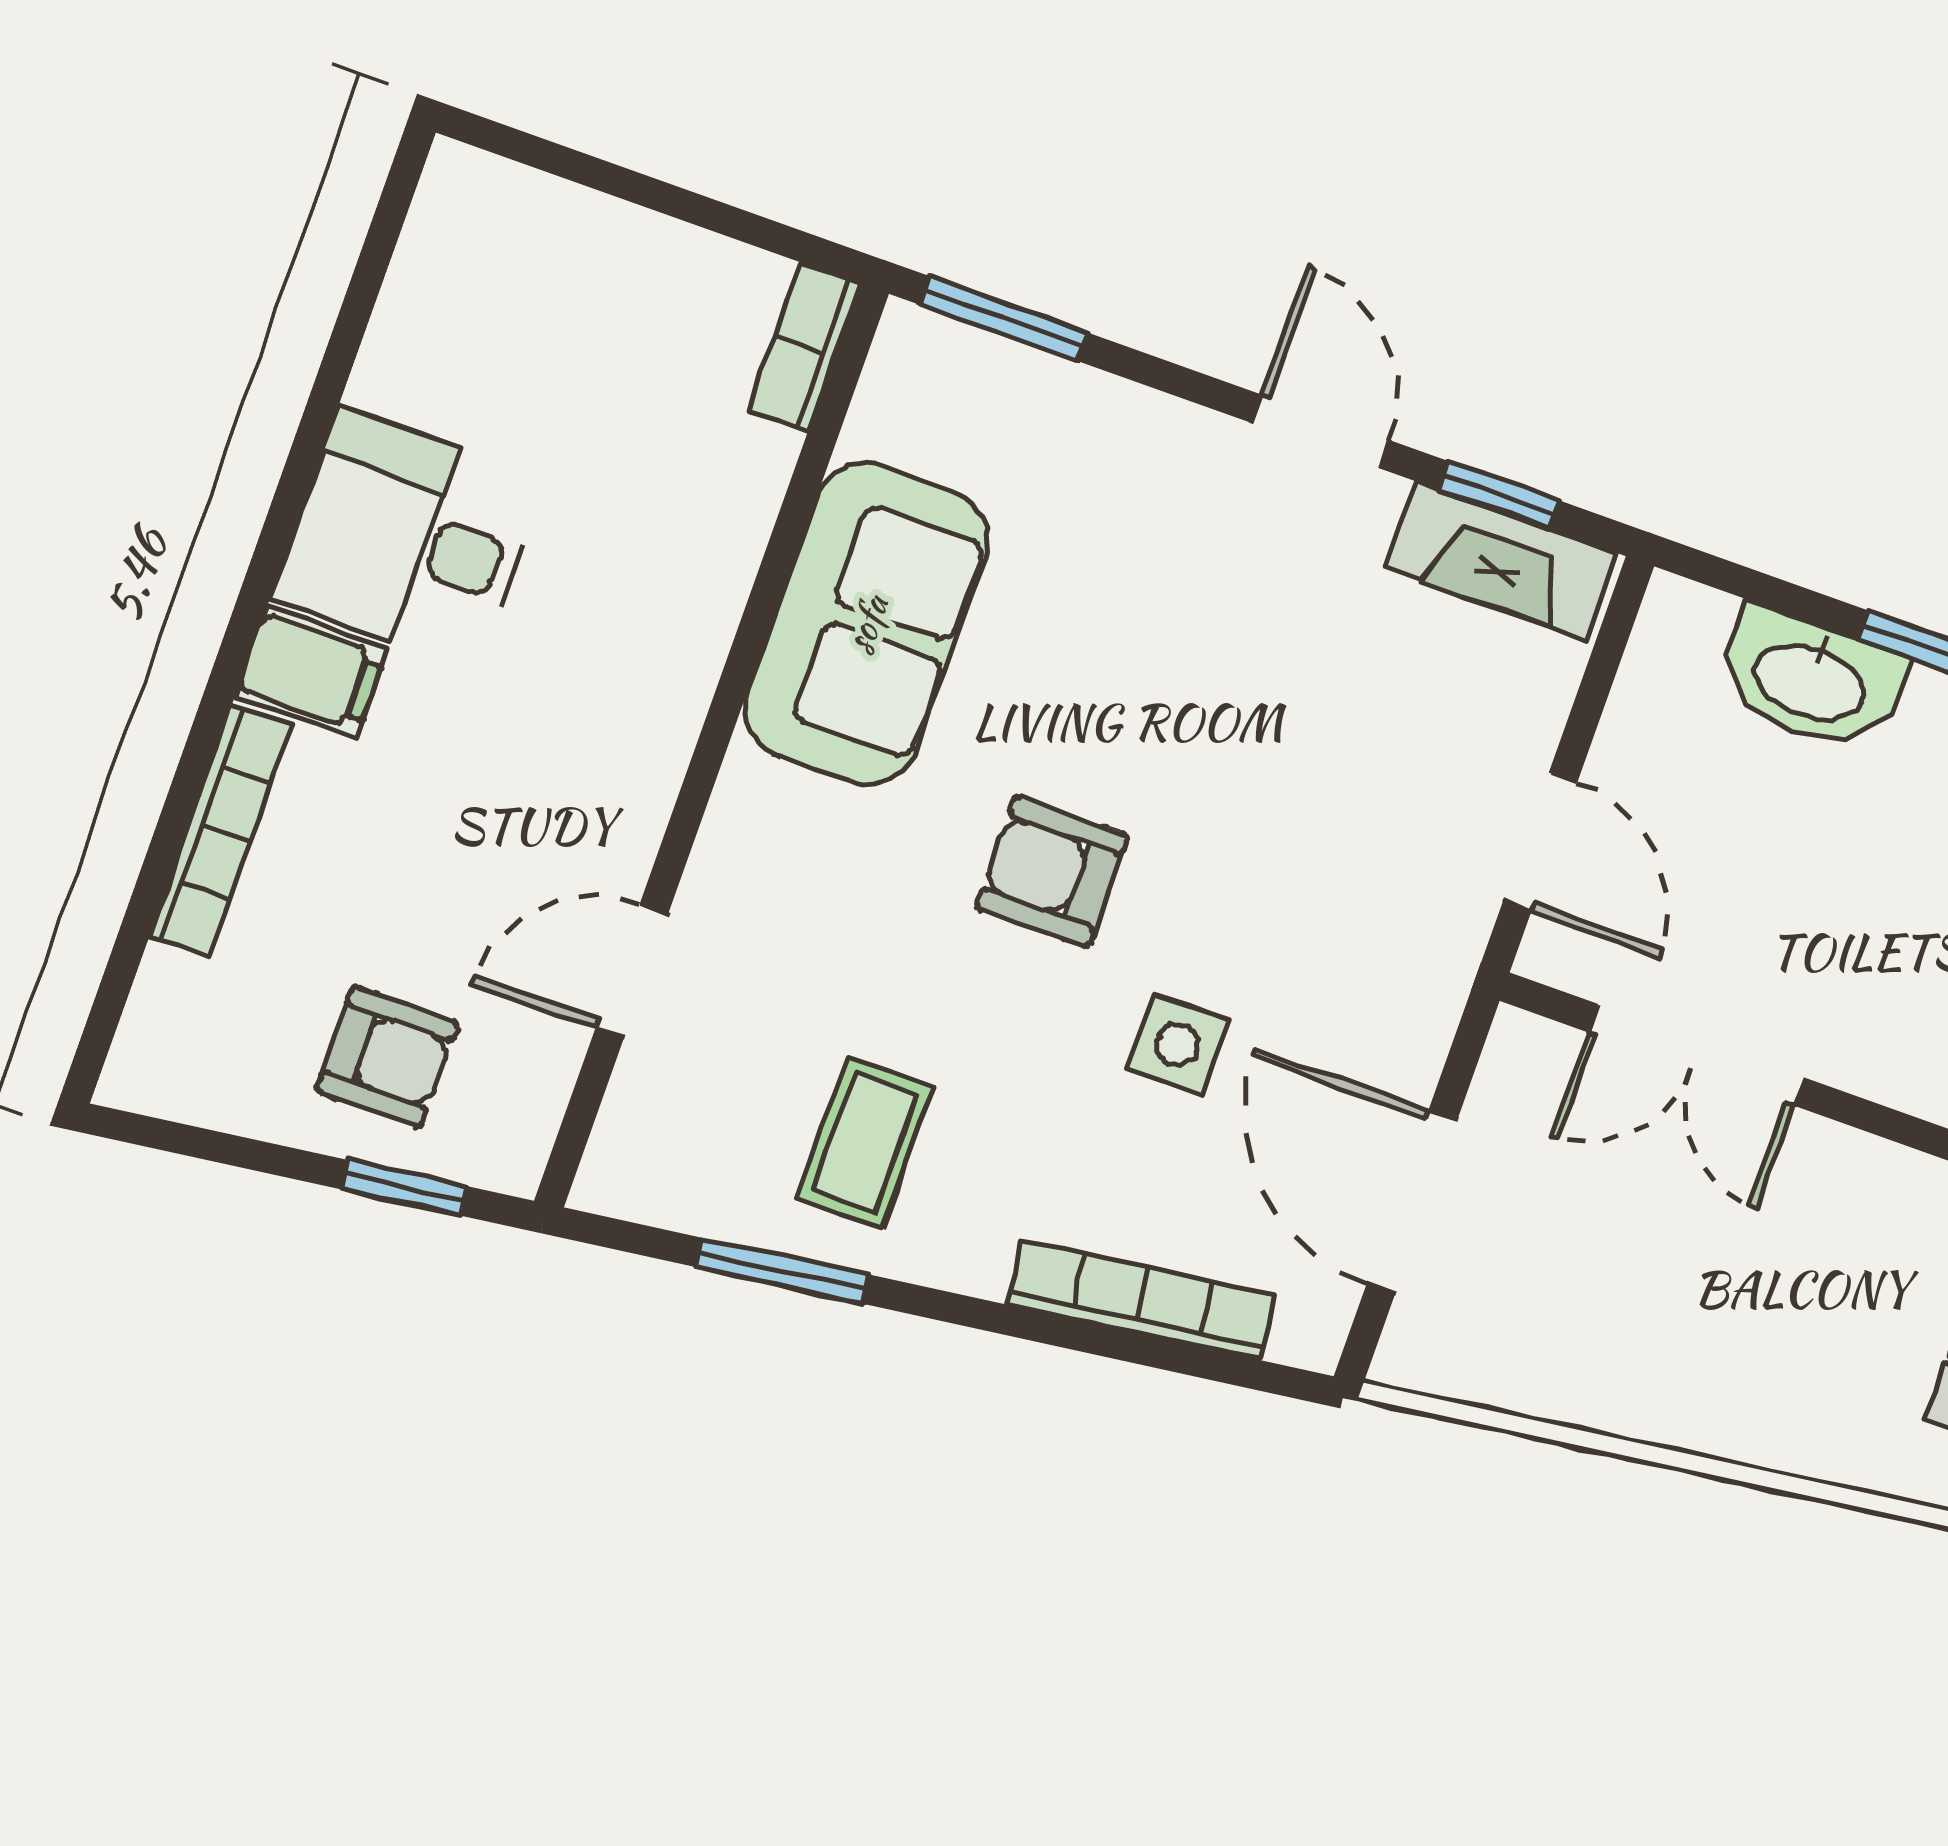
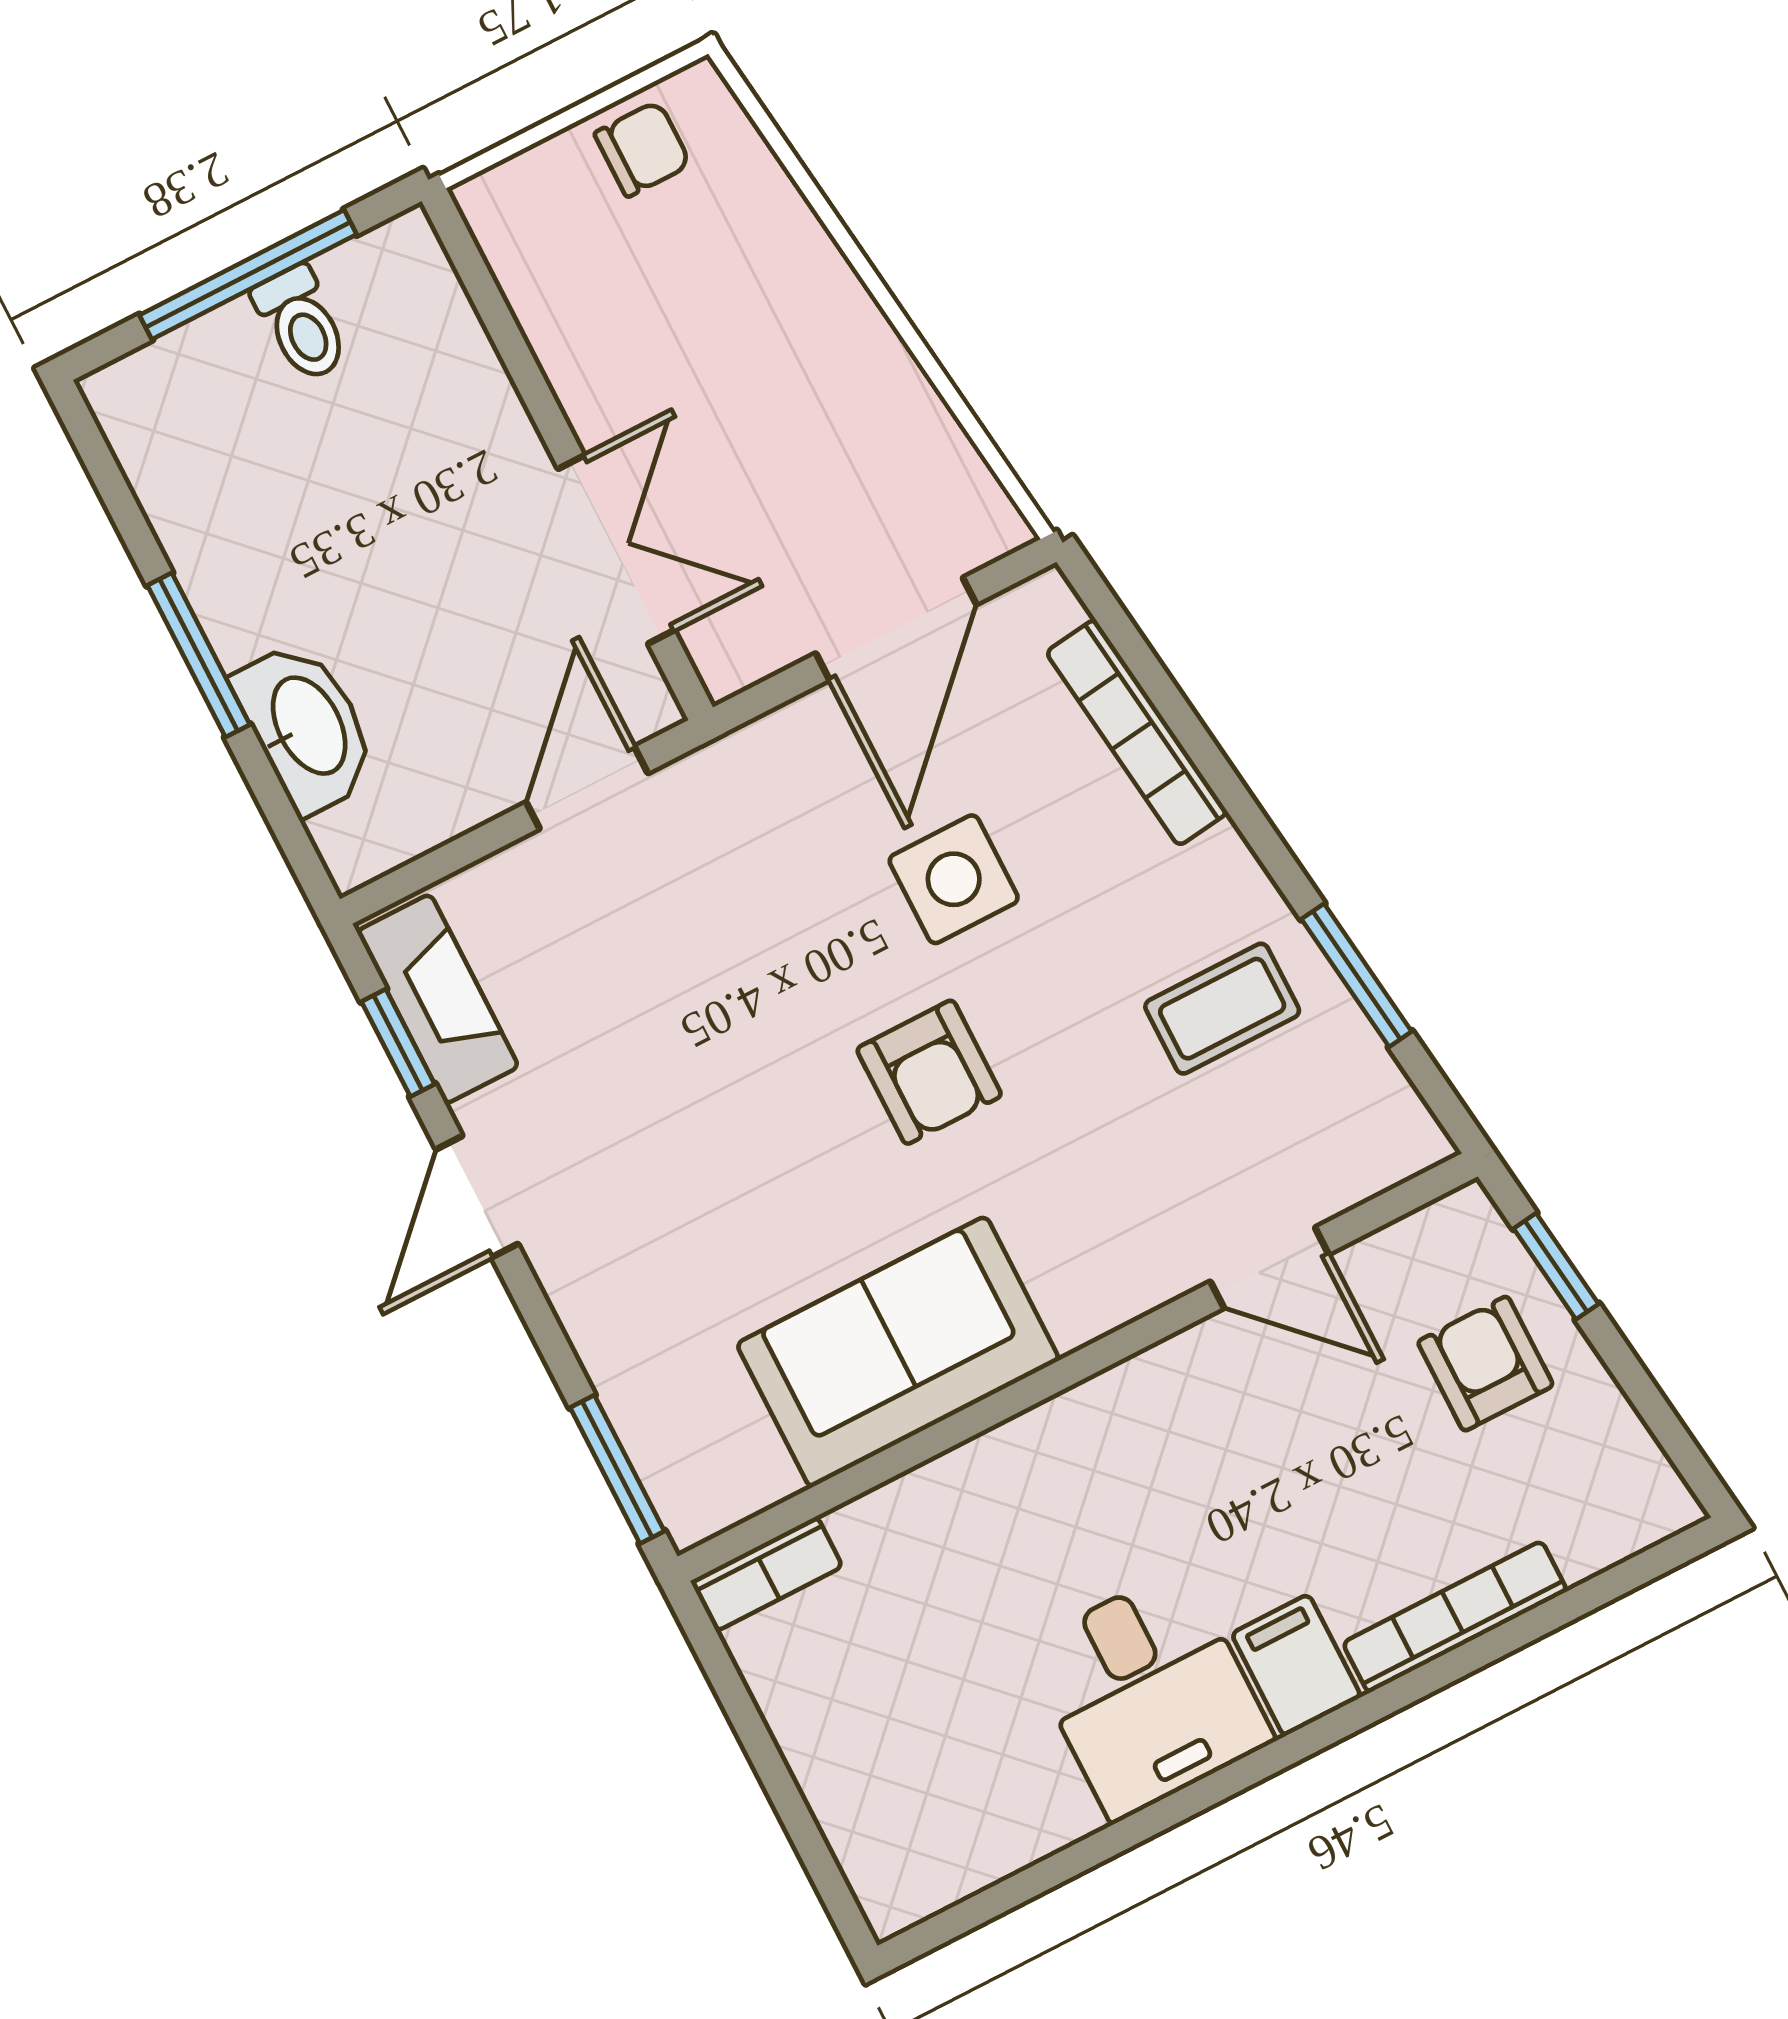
side table: (1177, 1044) -> (954, 879), width x1.37, depth x1.37

